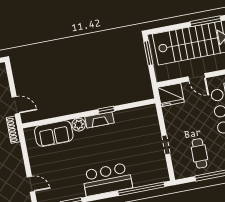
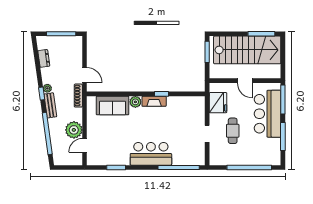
fridge: (171, 95) -> (218, 103), moved, turned -90
cafe table: (199, 153) -> (233, 131), moved
plant: (16, 169) -> (74, 130), added
door: (31, 184) -> (84, 145), swing flipped

